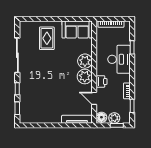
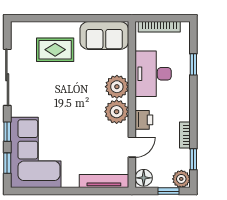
rug: (47, 38) -> (55, 50), turned 90
desk: (119, 59) -> (153, 74), moved, turned 180
door: (94, 98) -> (132, 147), swing flipped
corner sofa: (35, 102) -> (36, 152), added
plant: (114, 118) -> (181, 179), moved

